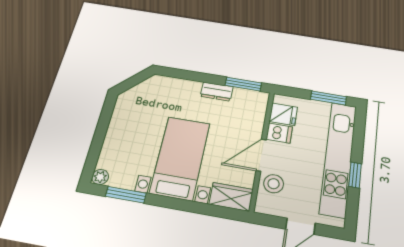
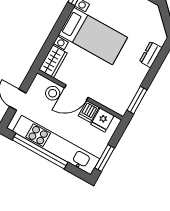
dresser: (217, 92) -> (151, 54), moved
door: (261, 155) -> (76, 93), swing flipped
window: (355, 175) -> (40, 151), width x3.17

